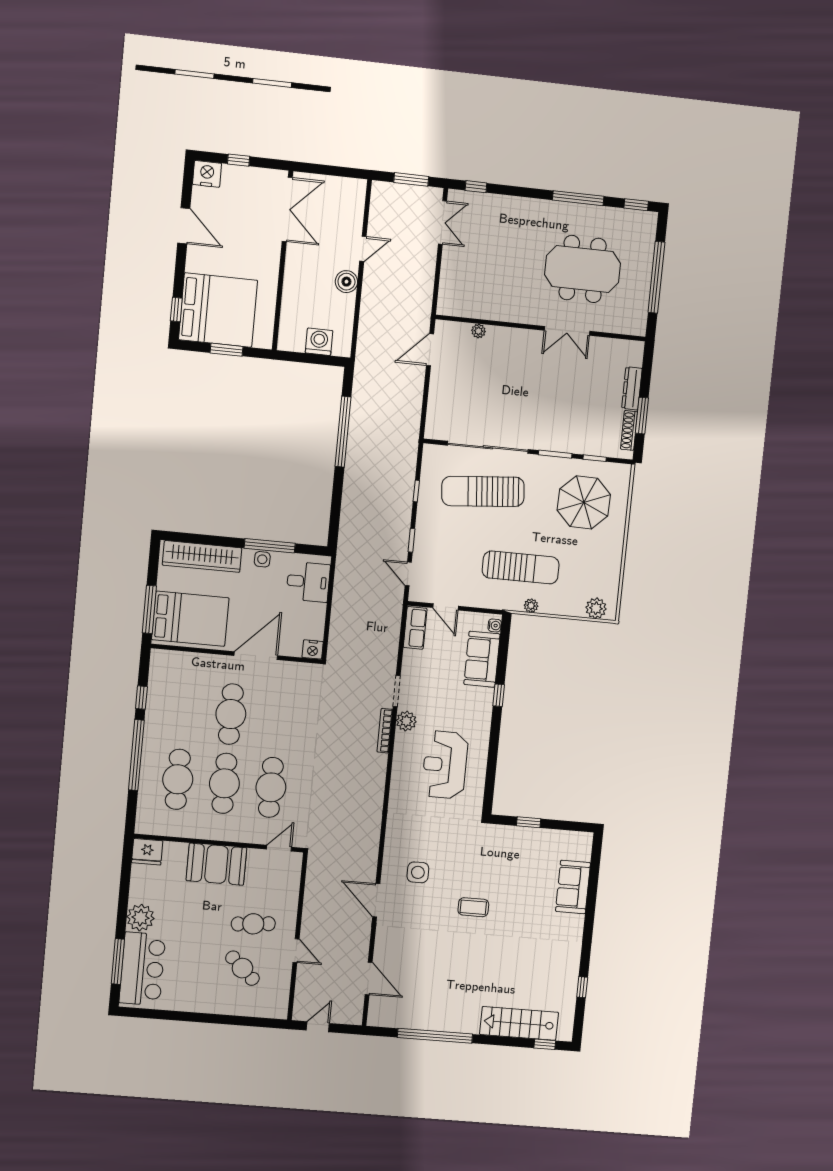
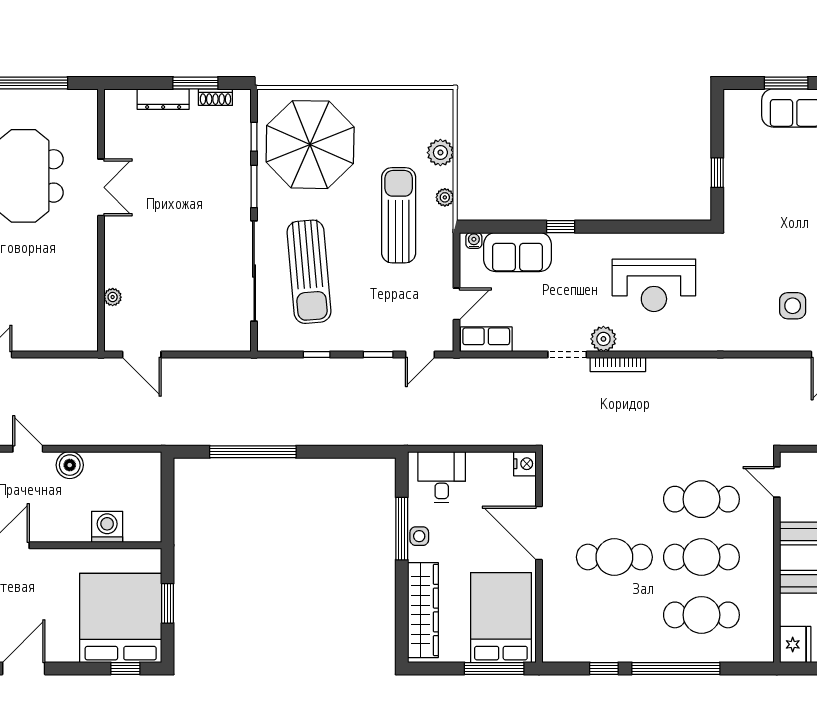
washing machine: (319, 342) -> (107, 527), moved, turned 90
shoe rack: (629, 430) -> (215, 97), width x0.70
parasol: (584, 502) -> (310, 145), width x1.36, depth x1.36
plant: (596, 608) -> (440, 153), moved
window: (593, 882) -> (786, 83), added

